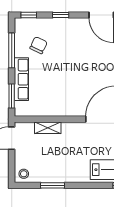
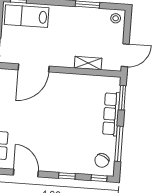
chair: (39, 45) -> (102, 160), moved

